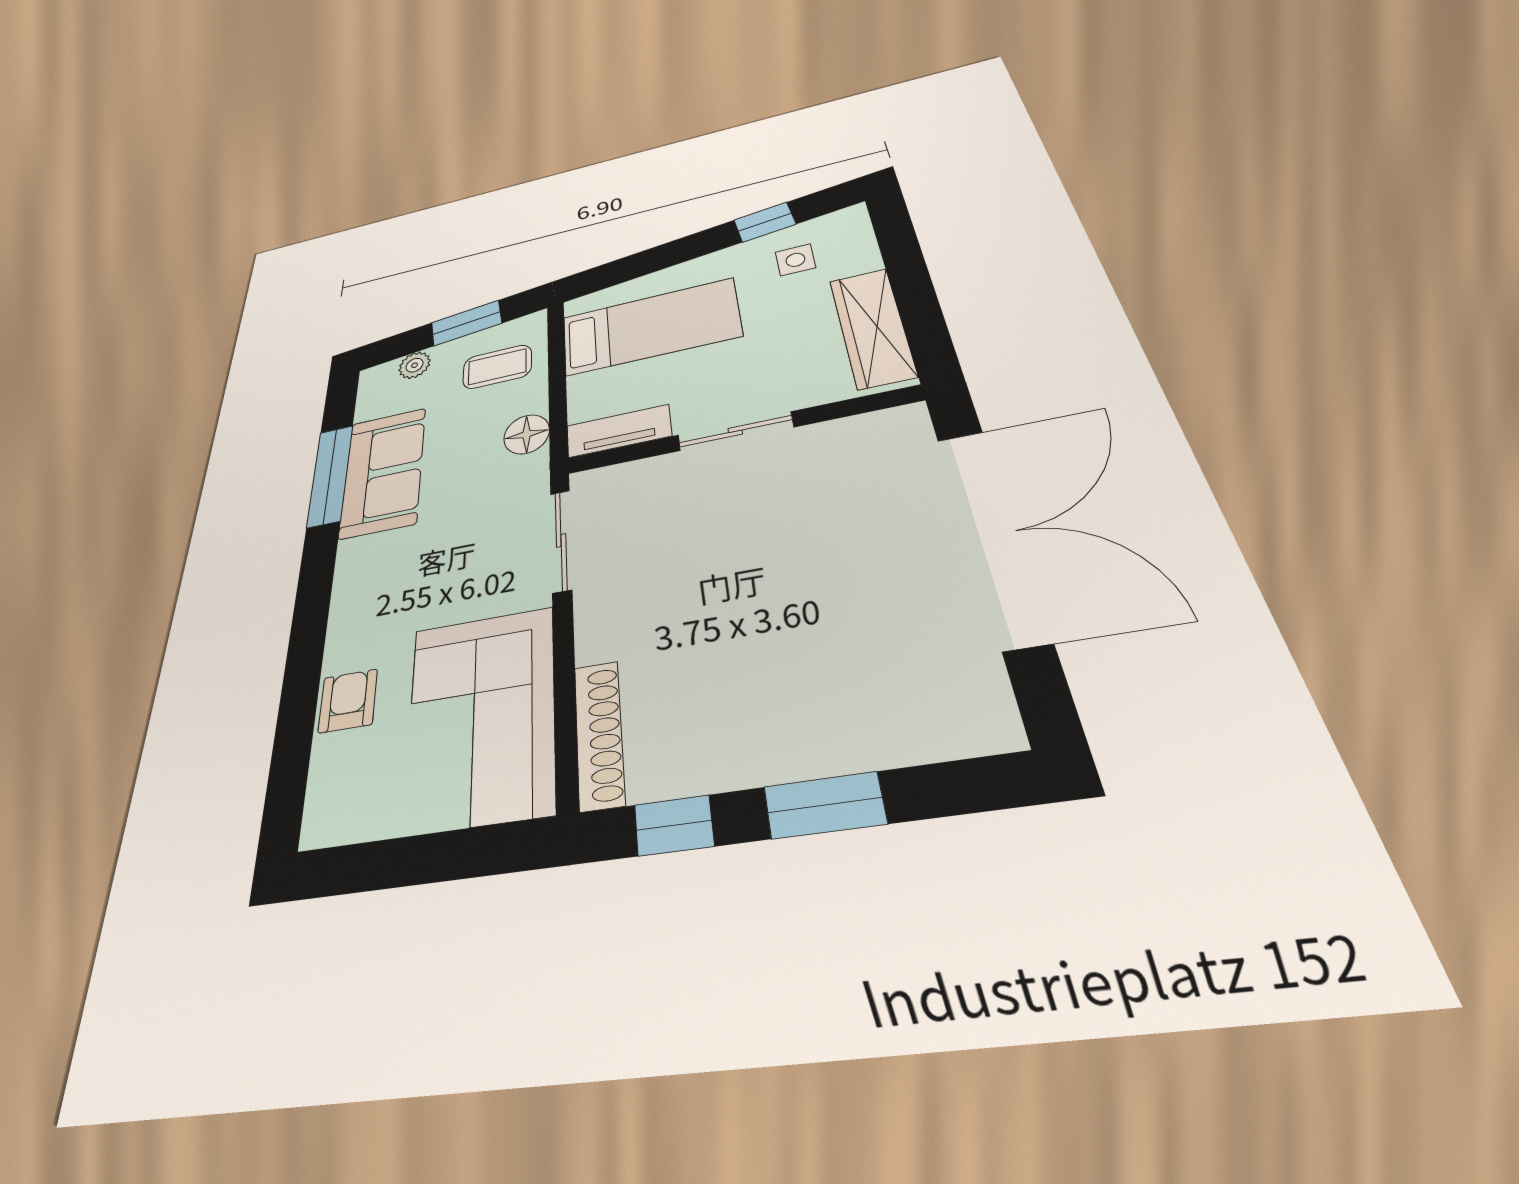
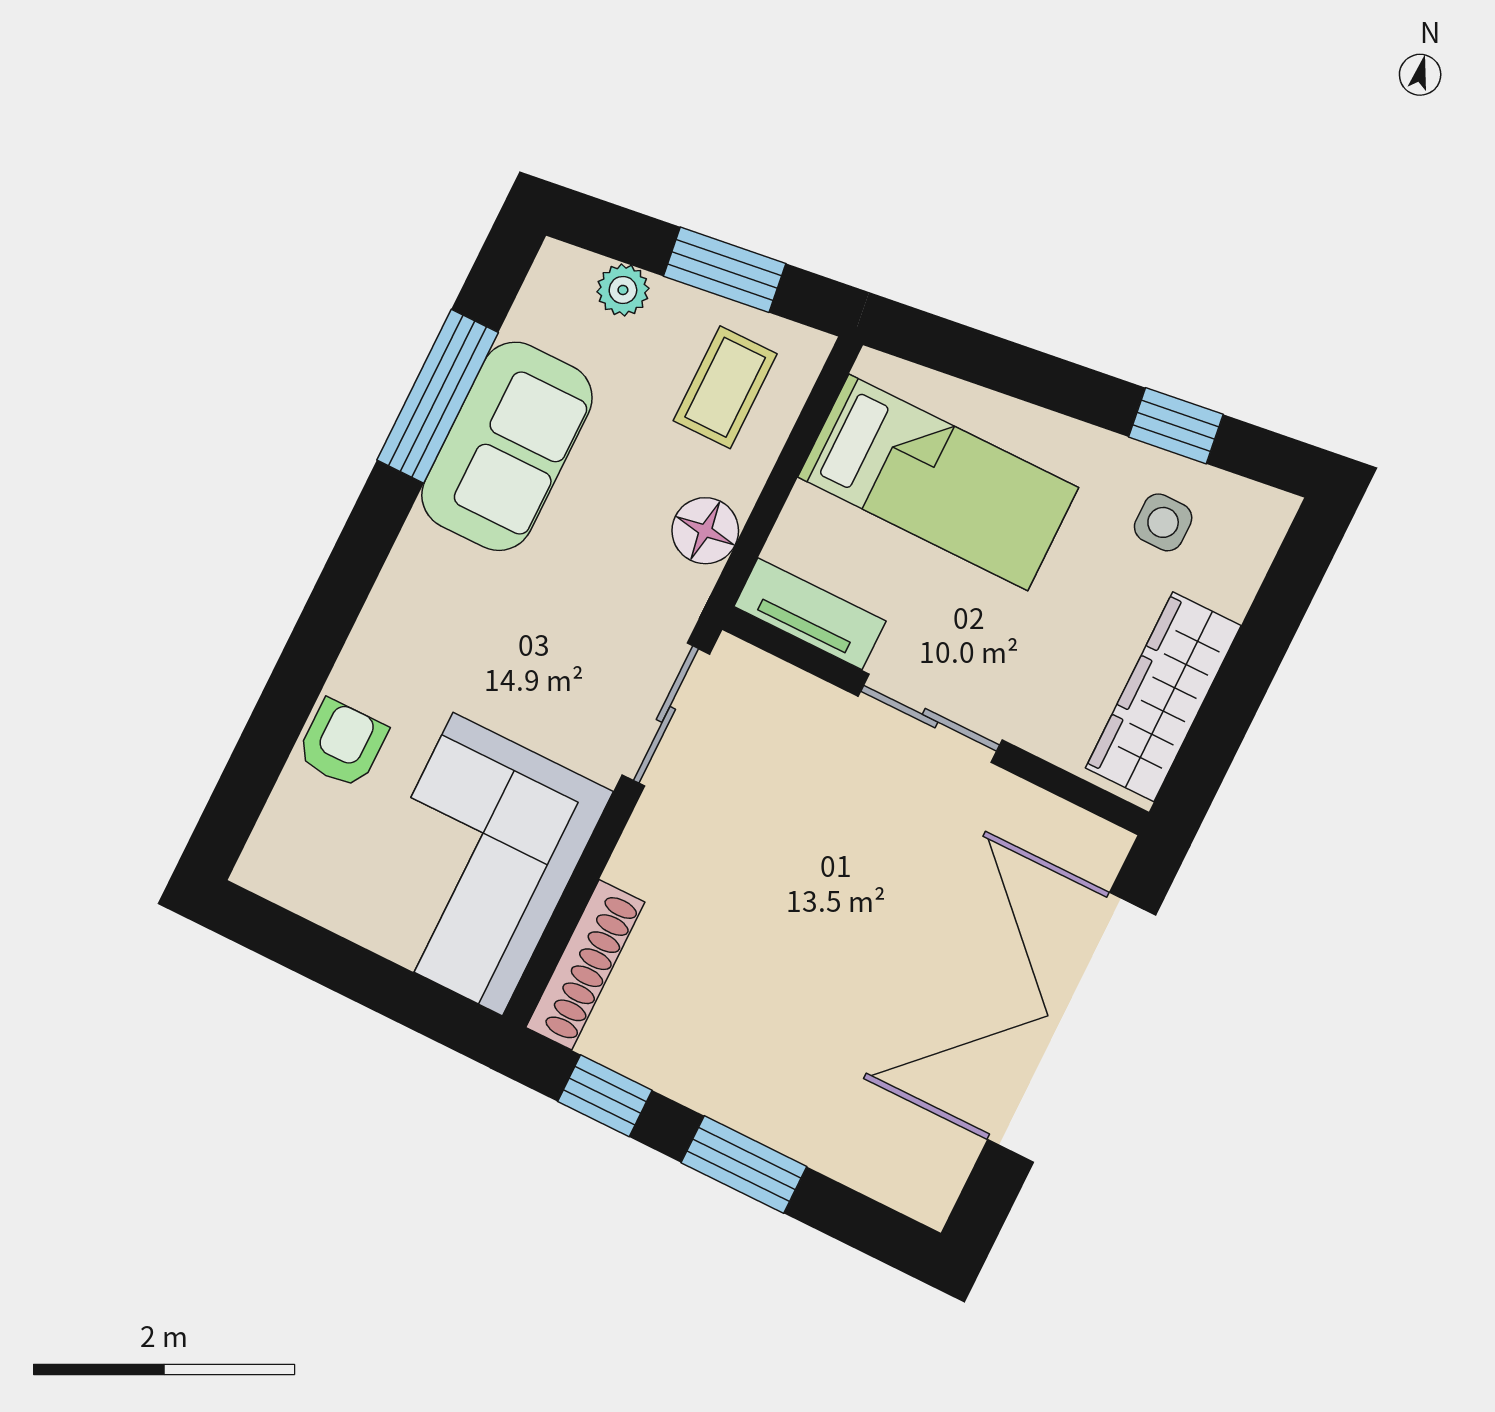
coffee table: (497, 367) -> (725, 387), turned 90
double door: (992, 535) -> (1072, 1027), swing flipped

